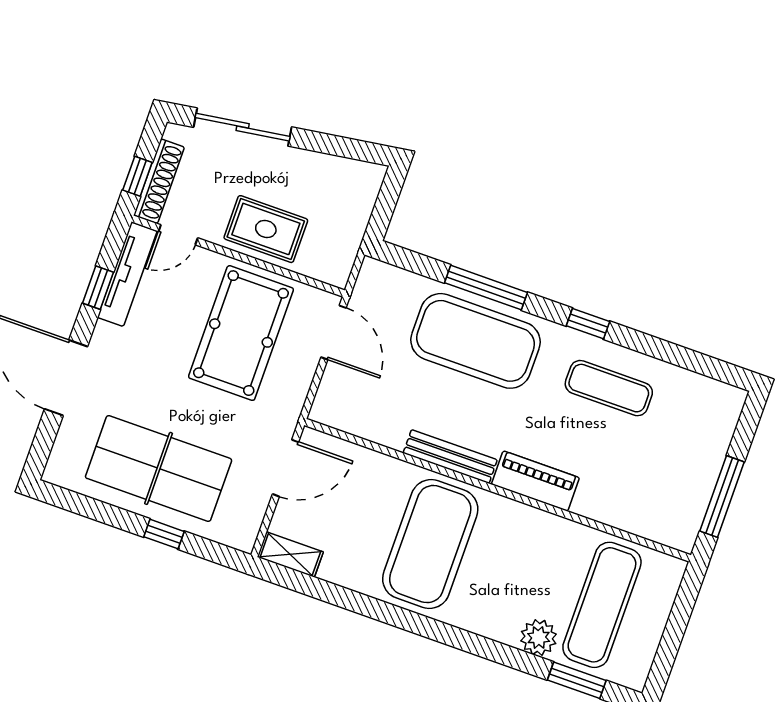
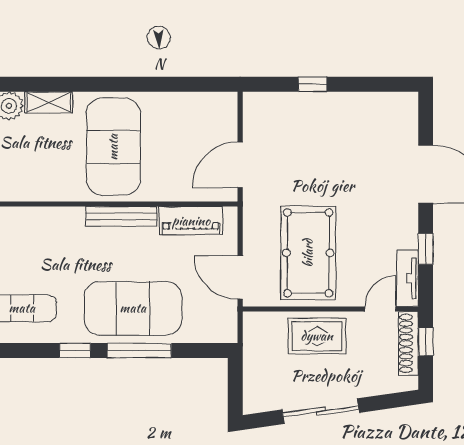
sliding door: (243, 127) -> (321, 411), moved
tv unit: (127, 274) -> (408, 278), width x0.71
window: (588, 324) -> (75, 350), moved
table tennis table: (159, 468) -> (334, 131), removed
piano: (535, 481) -> (191, 221), moved
shelving: (290, 554) -> (49, 102), moved

